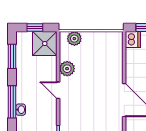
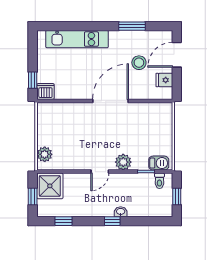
window: (12, 56) -> (64, 221), width x0.67
plant: (67, 69) -> (123, 162), moved
window: (12, 102) -> (112, 221), width x0.46

